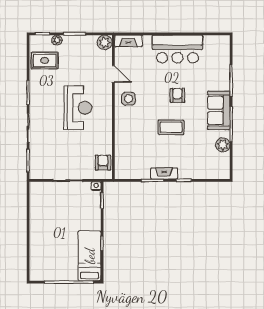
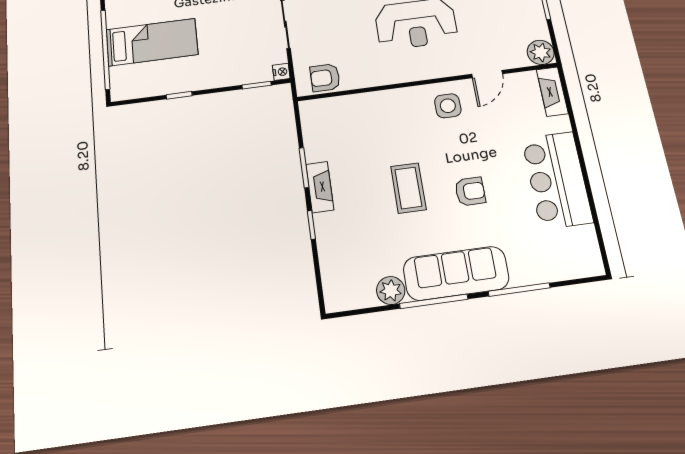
sofa: (219, 110) -> (456, 273), width x1.36
armchair: (103, 163) -> (325, 78), turned 180
bed: (90, 256) -> (152, 42), moved

